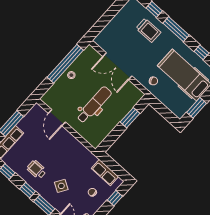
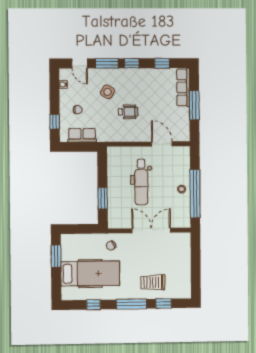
wheelchair: (37, 170) -> (128, 112), moved

